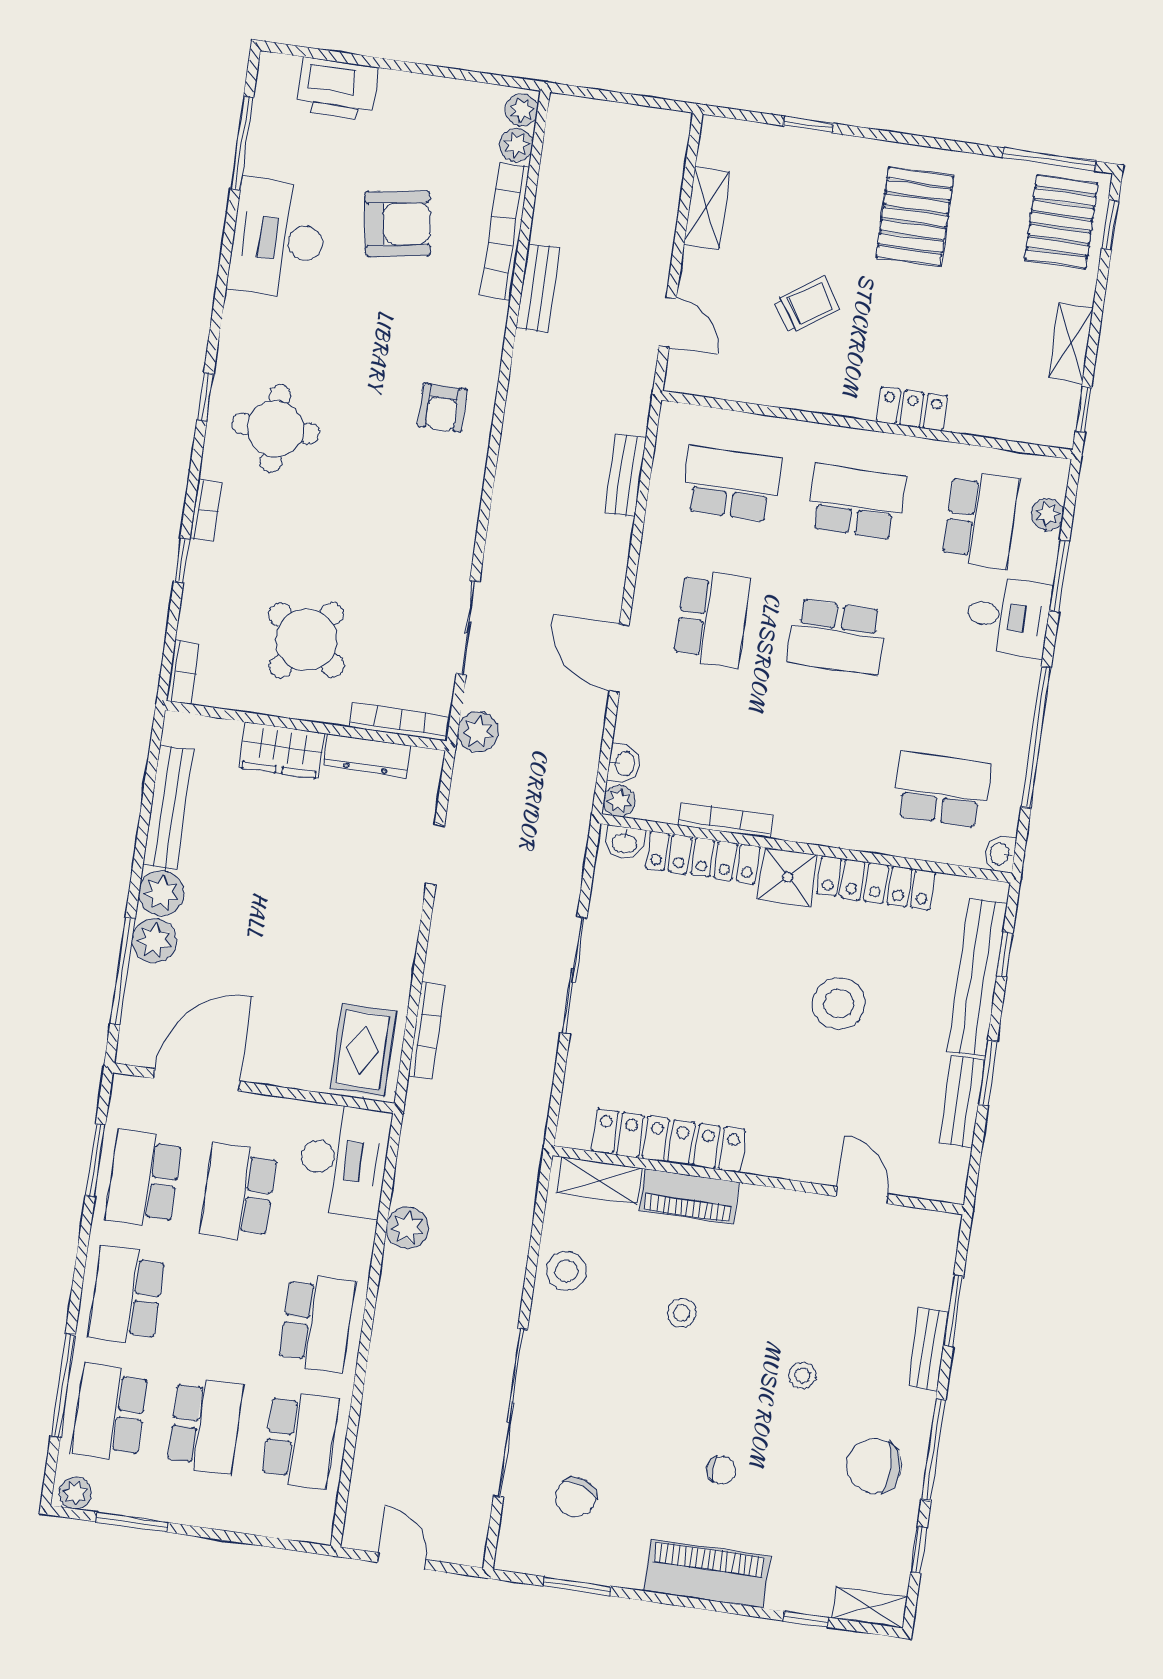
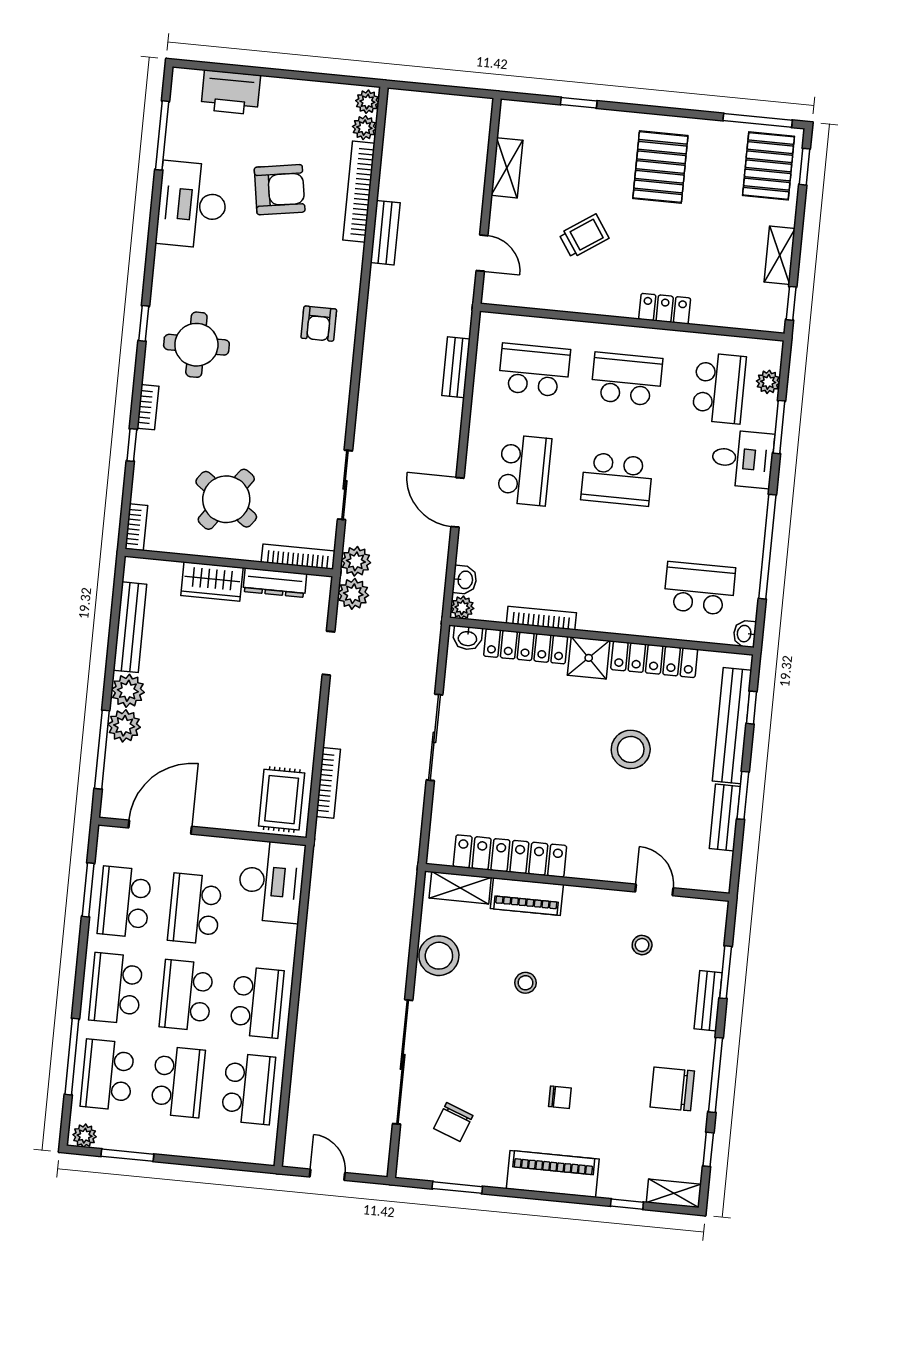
plant: (407, 1228) -> (353, 594), moved
stool: (566, 1271) -> (439, 956), width x1.38, depth x1.38
school desk: (222, 1309) -> (186, 995), added
stool: (802, 1375) -> (642, 945), moved

